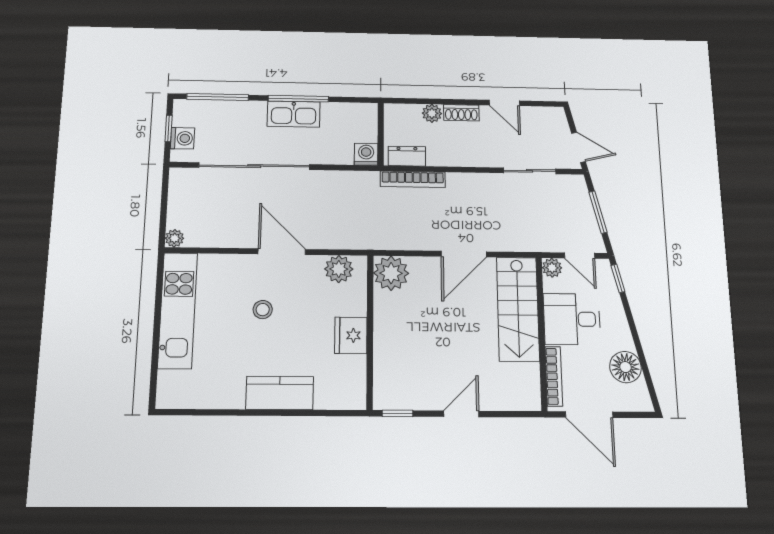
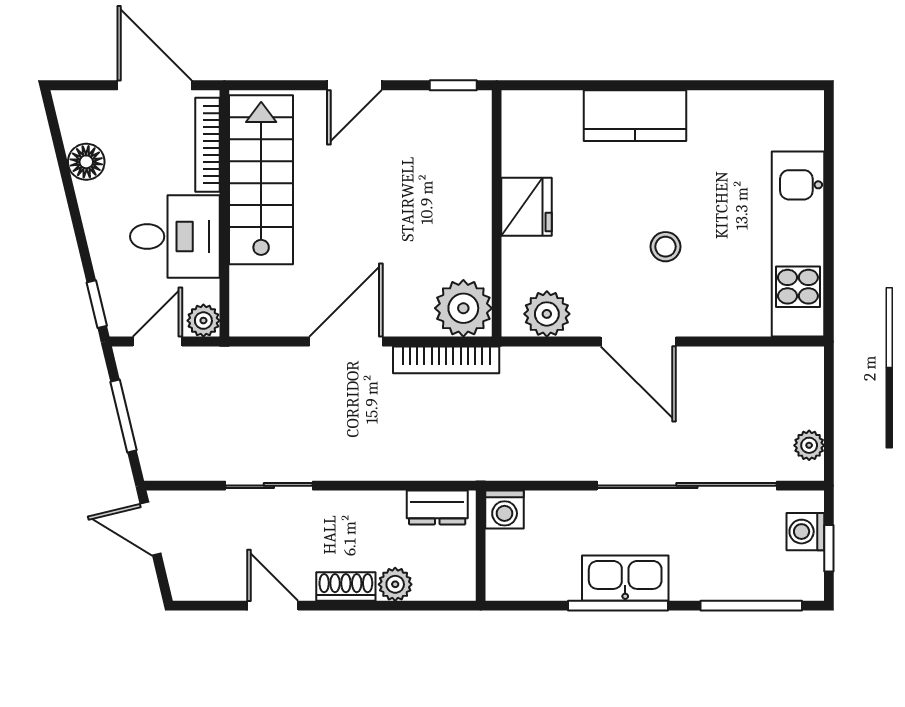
sliding door: (530, 171) -> (269, 486), moved
bookcase: (413, 179) -> (446, 360), moved, turned 180
plant: (174, 238) -> (809, 445), moved
door: (580, 256) -> (158, 341), hinge flipped
stairs: (518, 309) -> (261, 180), moved
floor lamp: (625, 367) -> (86, 162), width x0.73, depth x0.73

